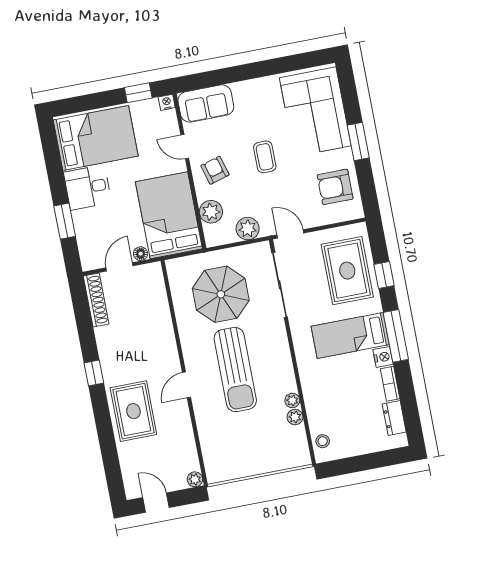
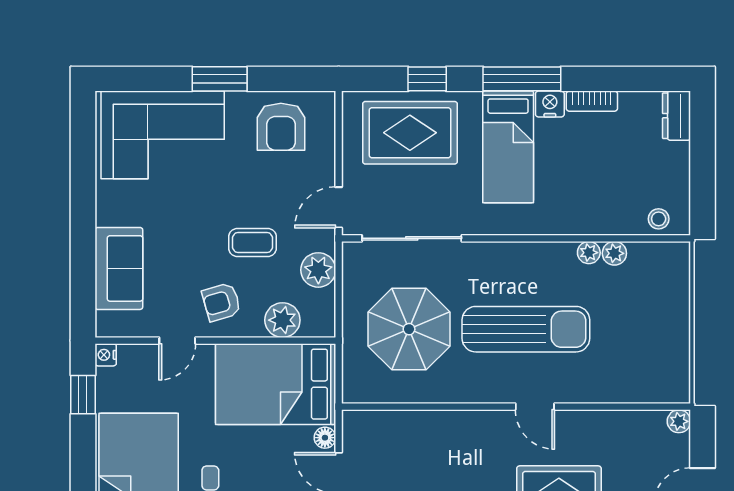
sofa: (206, 104) -> (119, 268), moved
coffee table: (265, 157) -> (253, 242), moved
dresser: (394, 418) -> (677, 116), moved, turned 90

